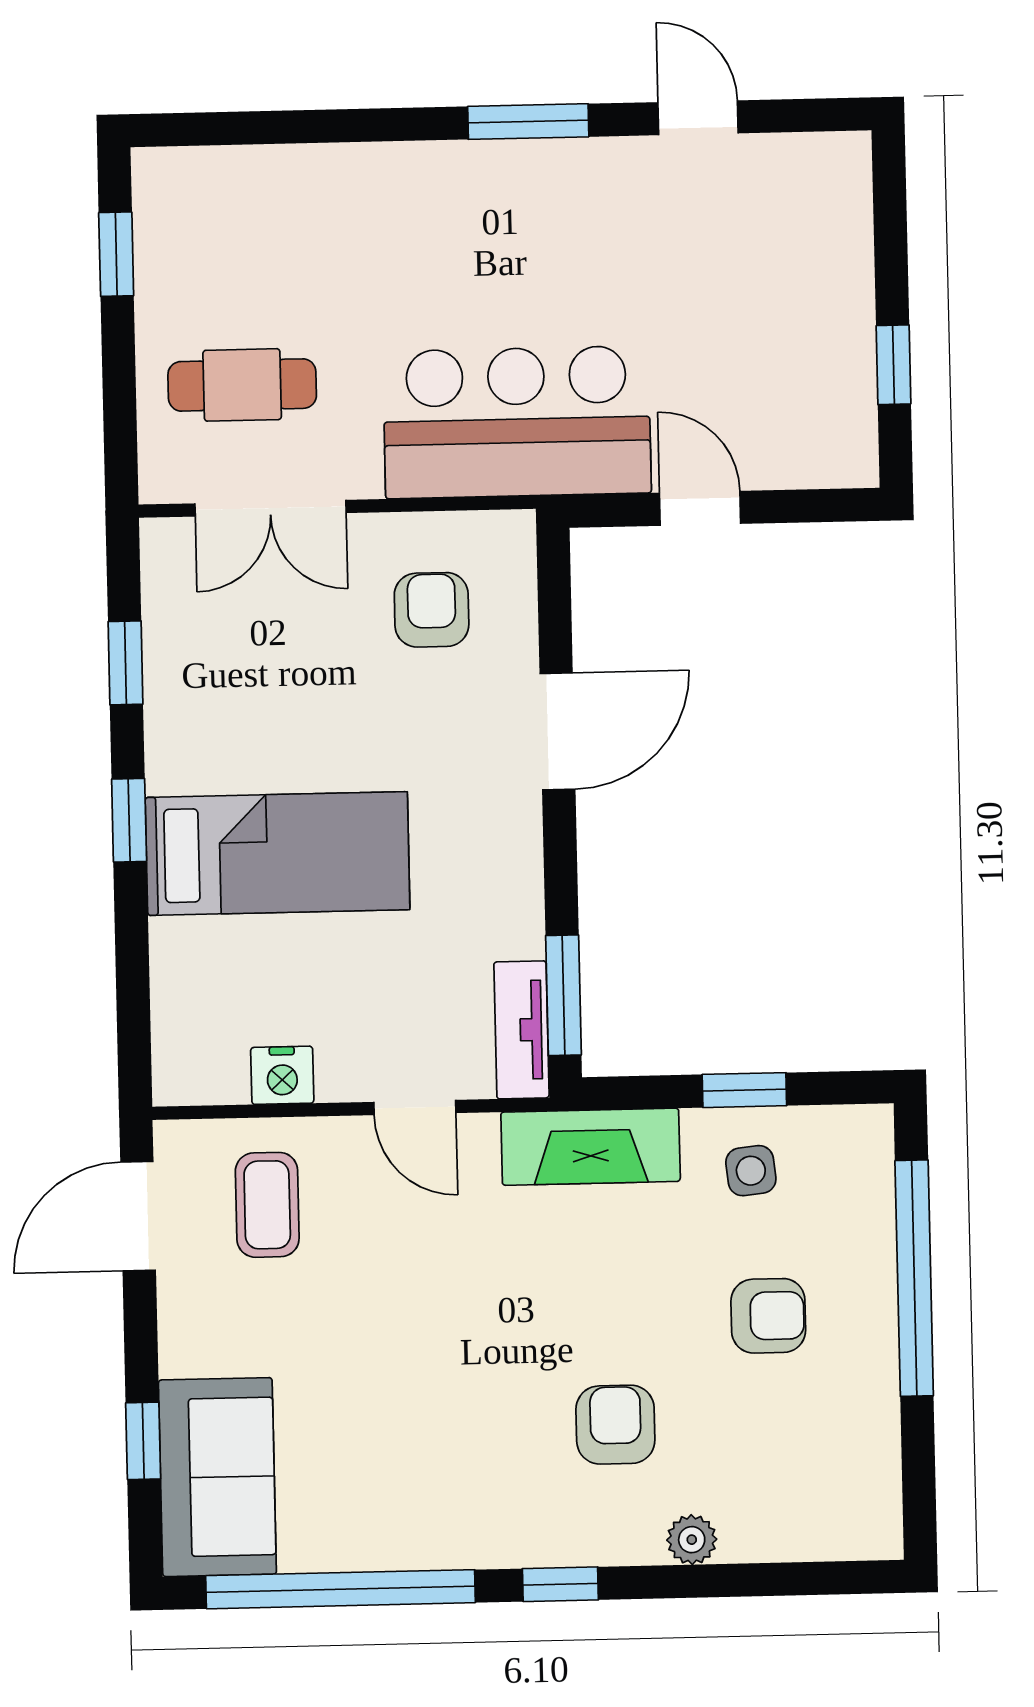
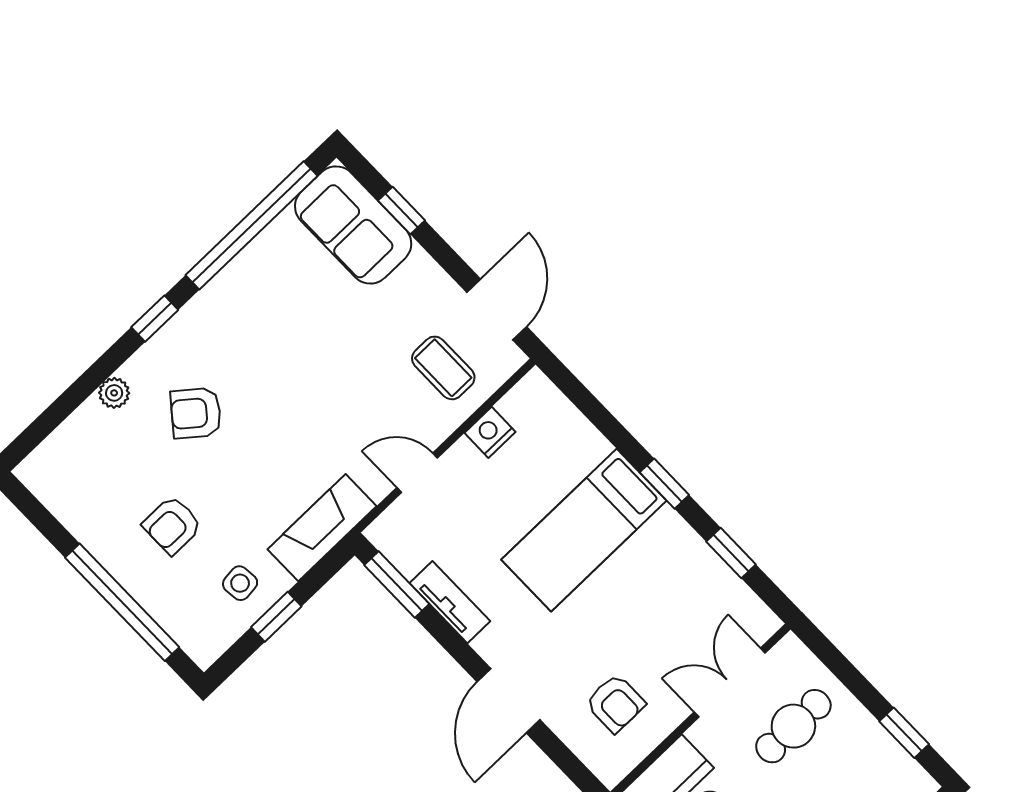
tv unit: (521, 1030) -> (450, 602), moved
armchair: (615, 1425) -> (196, 413), turned 129

